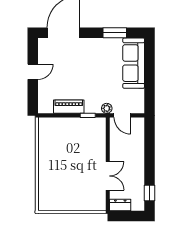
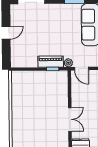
piano: (69, 107) -> (51, 62), moved

